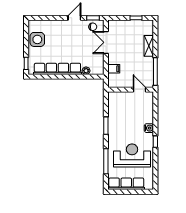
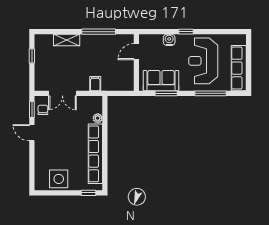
wall: (131, 90) -> (136, 62), moved
door: (139, 90) -> (136, 52), moved
sofa: (116, 122) -> (161, 81), added

